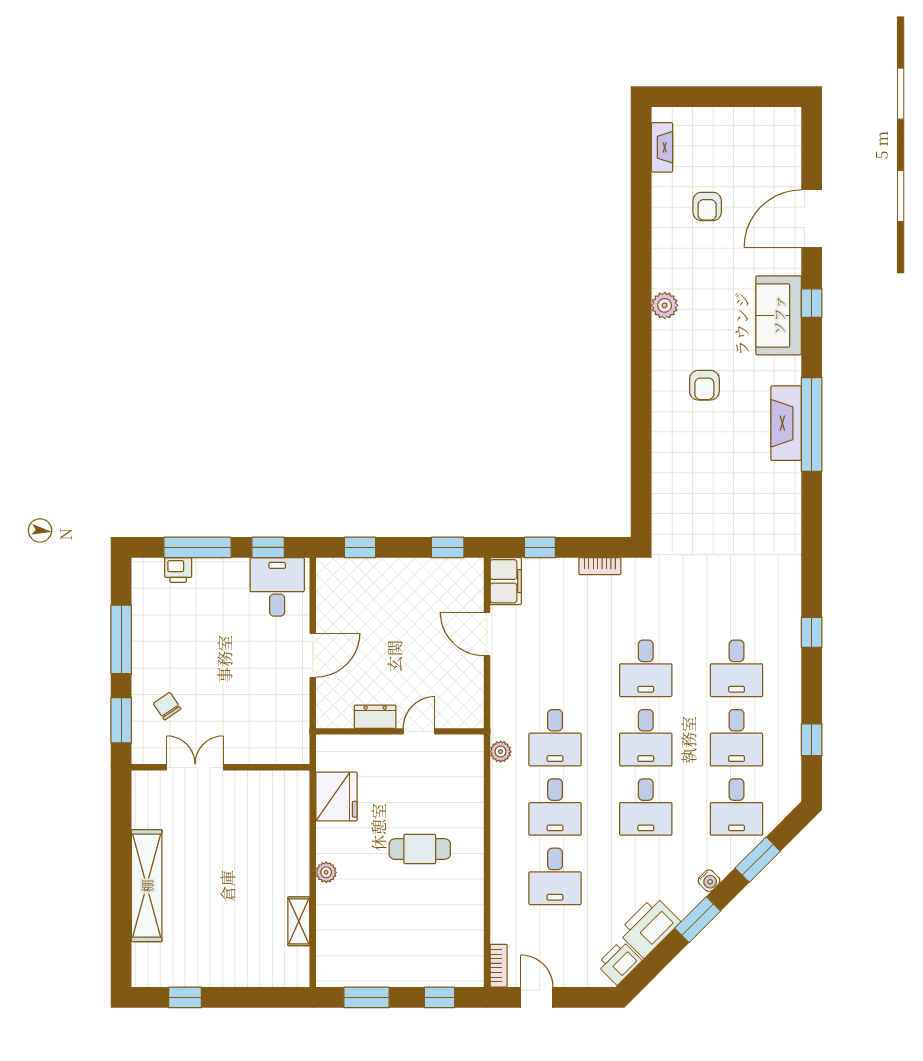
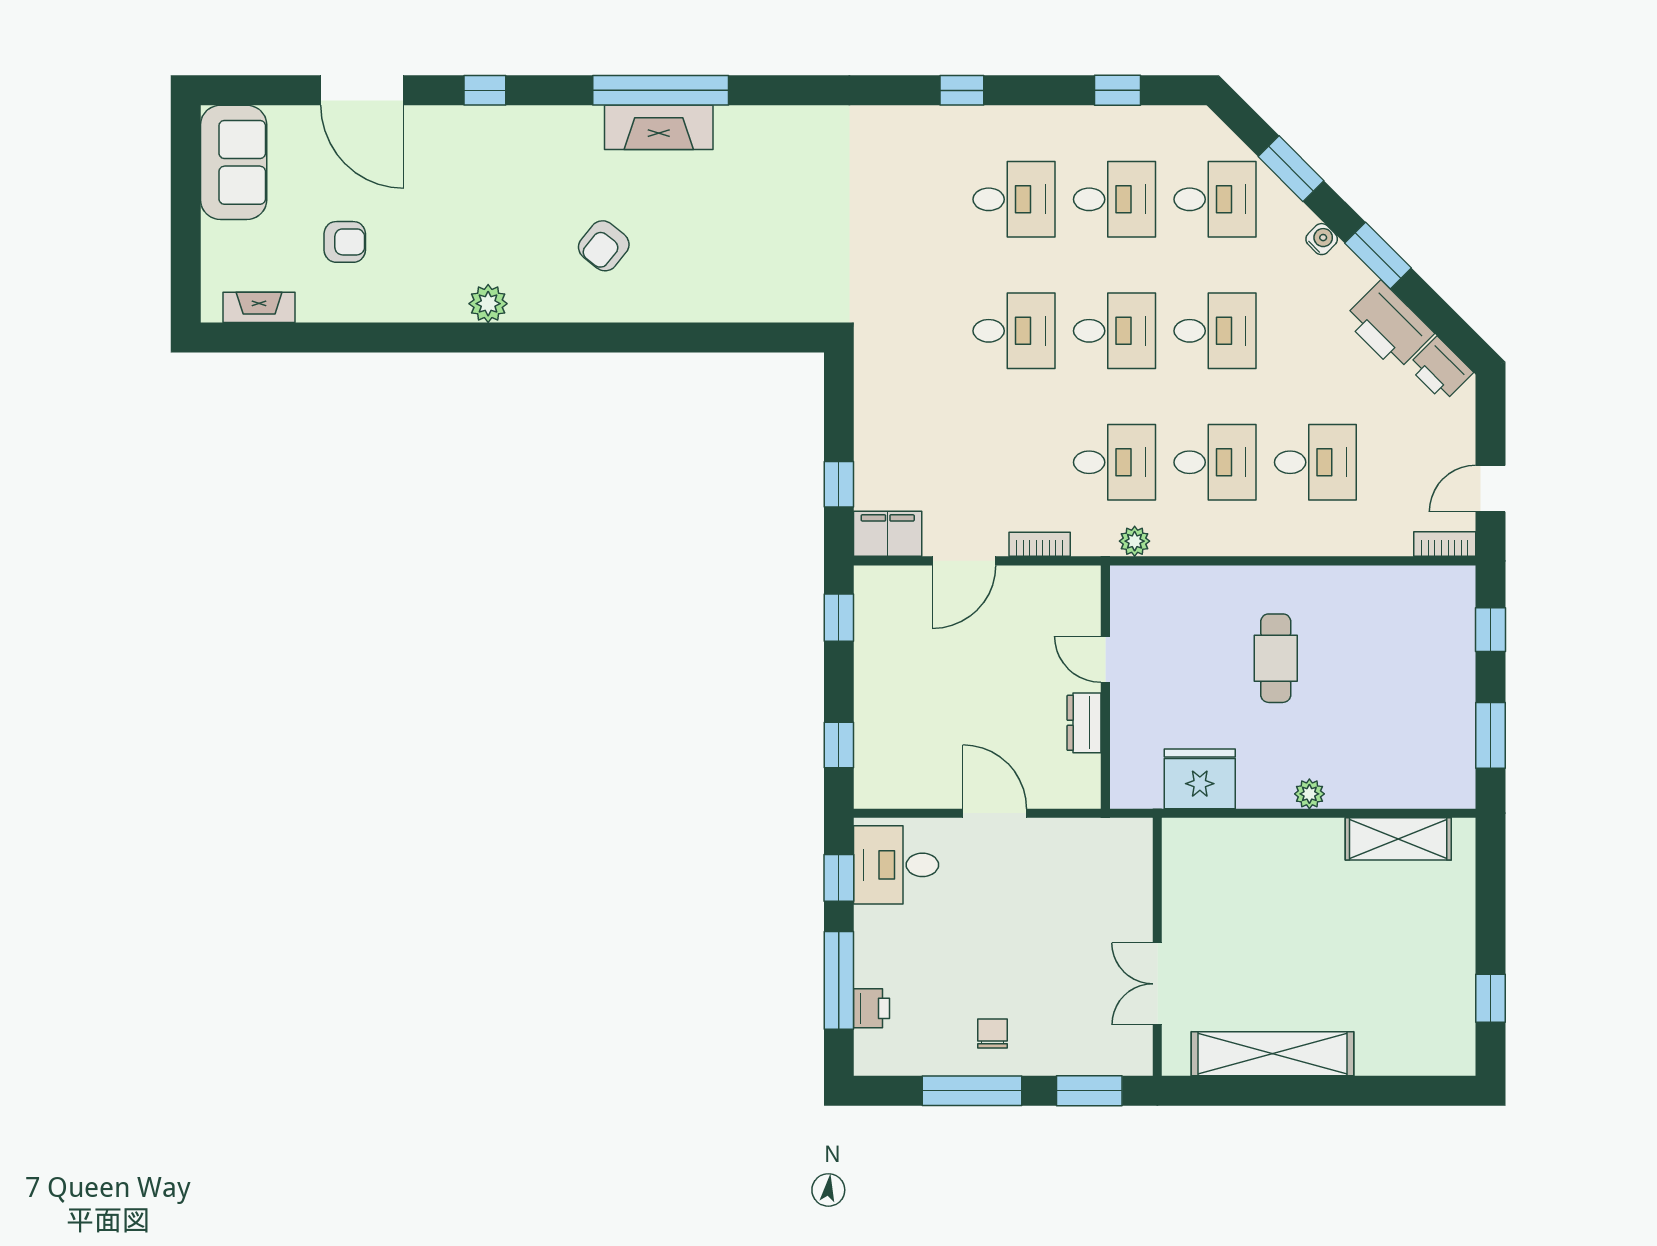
sofa: (779, 315) -> (234, 162), moved, turned -90
armchair: (704, 385) -> (604, 246), turned 129
bookcase: (600, 566) -> (1040, 544), moved, turned -90
chair: (167, 706) -> (992, 1034), moved, turned 124
shelving: (147, 886) -> (1273, 1054), moved
shelving: (299, 921) -> (1398, 839), width x1.50, depth x1.33

